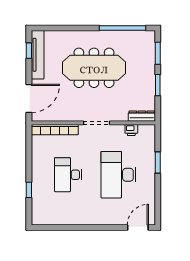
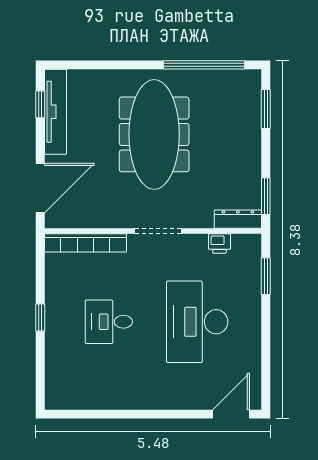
meeting table: (94, 68) -> (154, 134), turned 90
window: (158, 85) -> (266, 196), moved
window: (158, 163) -> (266, 276), moved
desk: (68, 175) -> (109, 322), width x0.73
window: (29, 190) -> (40, 318), moved

